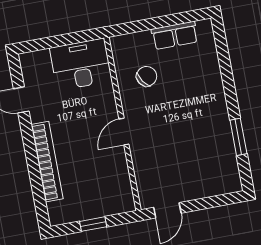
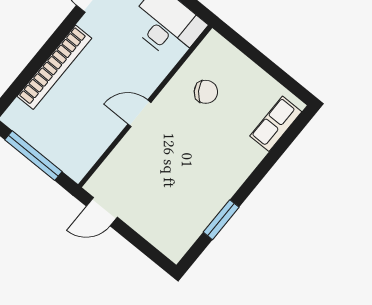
row of seats: (175, 35) -> (276, 124), moved, turned 90
window: (93, 224) -> (33, 156), width x2.17

